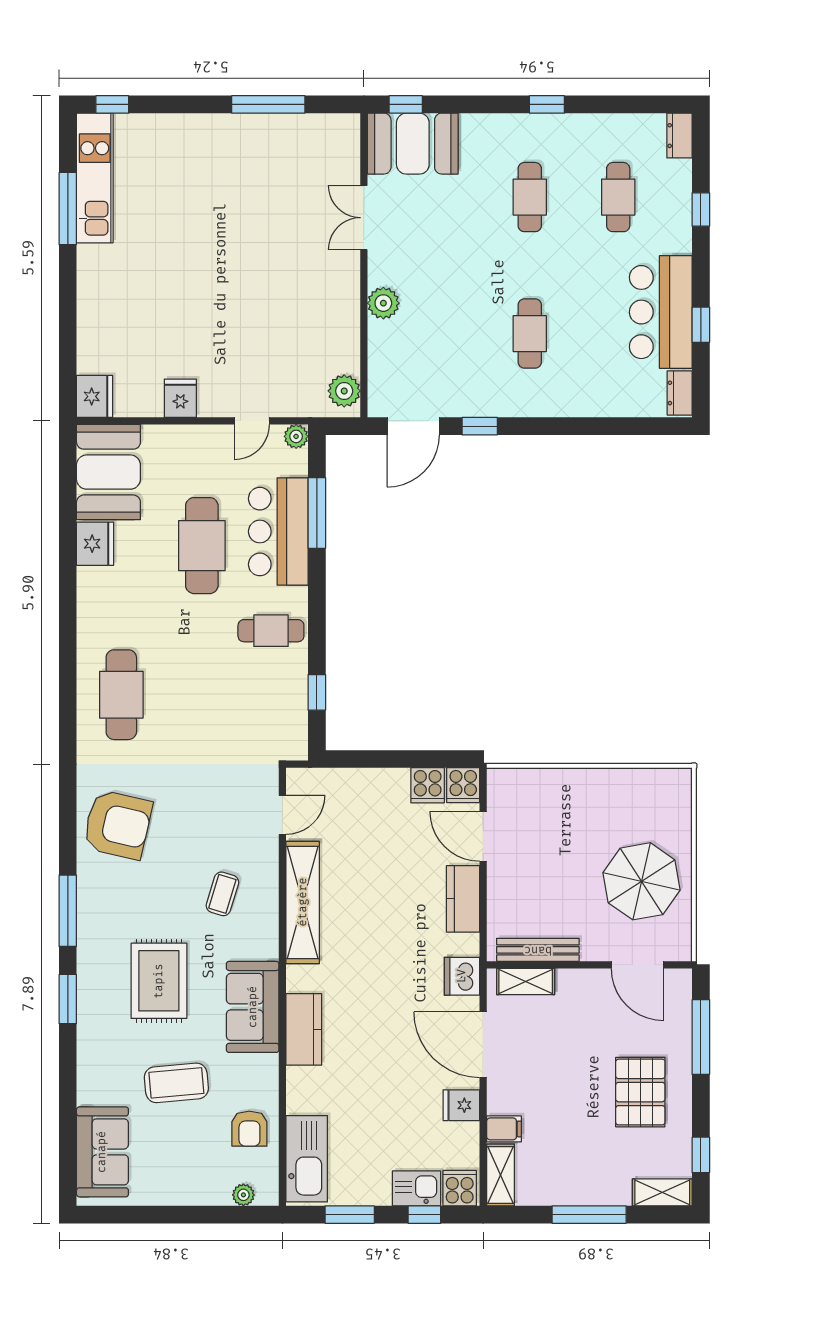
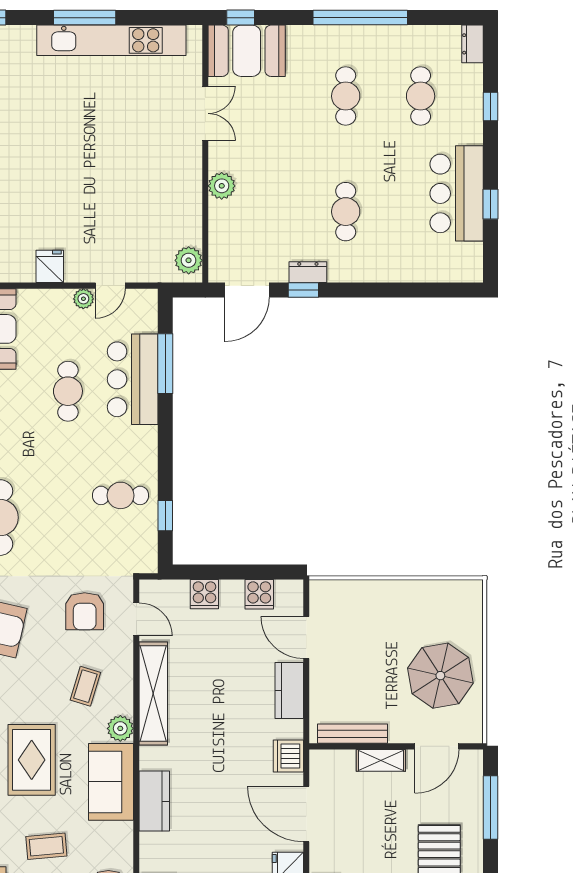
window: (268, 104) -> (85, 18), moved
window: (547, 104) -> (360, 18), width x3.17
kitchen unit: (253, 131) -> (111, 40), added
double door: (364, 218) -> (205, 113), swing flipped
dresser: (680, 393) -> (308, 272), moved, turned 90
plant: (296, 436) -> (83, 299), moved
cafe table: (202, 546) -> (68, 391), width x0.73, depth x0.74
cafe table: (271, 631) -> (121, 495), moved
cooker: (463, 785) -> (204, 594), moved
armchair: (222, 805) -> (85, 611), added
door: (282, 815) -> (136, 619), hinge flipped
plant: (264, 944) -> (120, 728), added
door: (637, 965) -> (437, 746), hinge flipped
shelving: (526, 981) -> (381, 760), moved
coffee table: (176, 1083) -> (46, 846), width x0.73, depth x0.77

